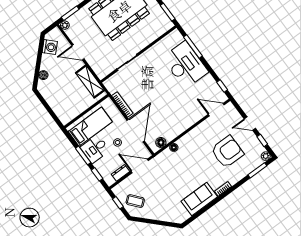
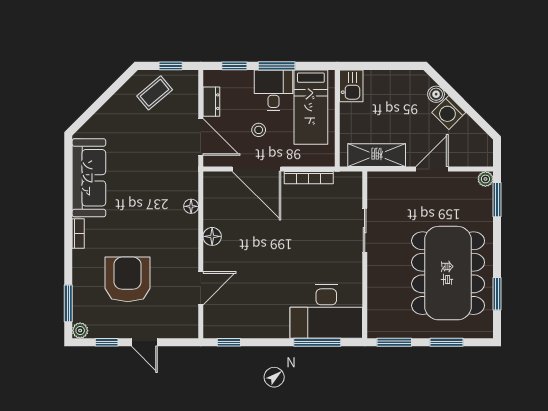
washing machine: (50, 47) -> (449, 112), moved
desk: (185, 65) -> (326, 311), moved
door: (216, 110) -> (201, 288), moved
kitchen sink: (67, 116) -> (351, 86), added
door: (250, 124) -> (144, 342), swing flipped
floor lamp: (161, 142) -> (212, 236), moved
armchair: (227, 152) -> (128, 279), turned 180
door: (140, 166) -> (201, 137), hinge flipped
sofa: (199, 199) -> (89, 178), width x1.36

